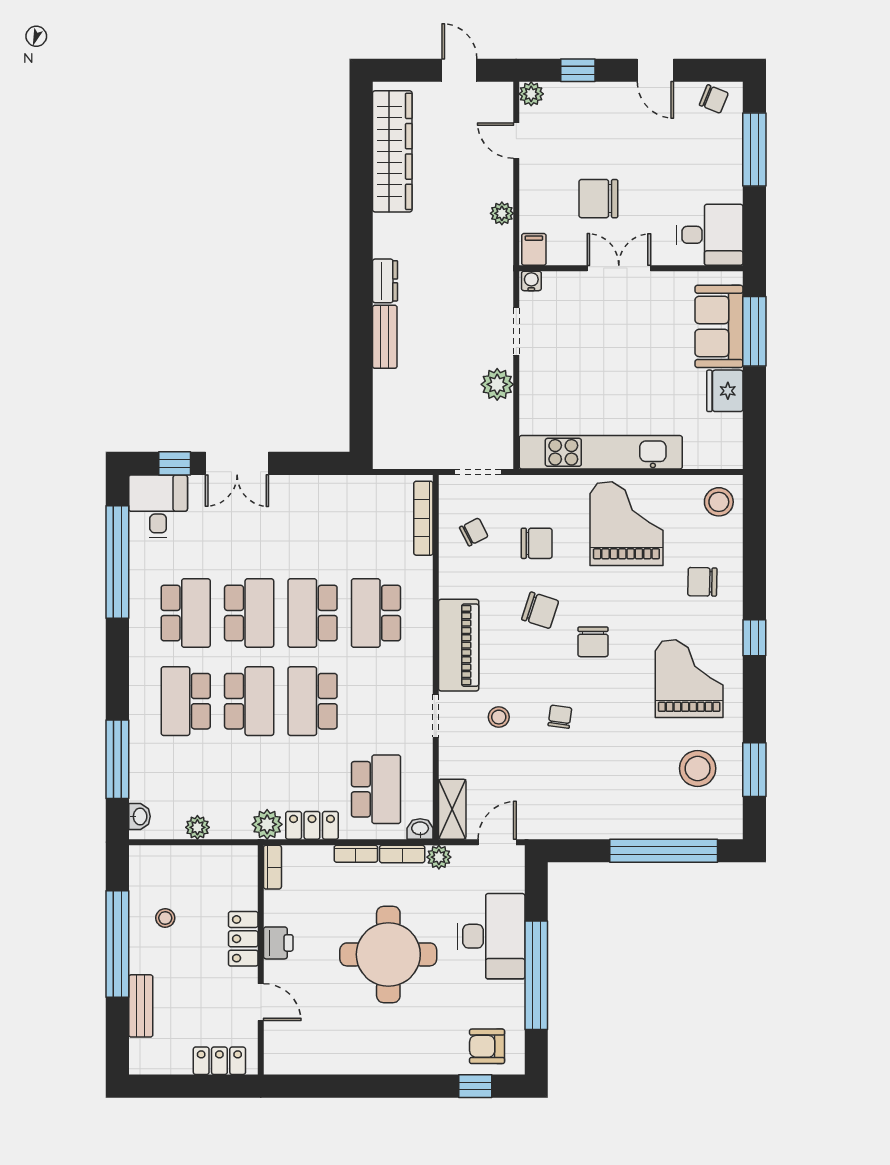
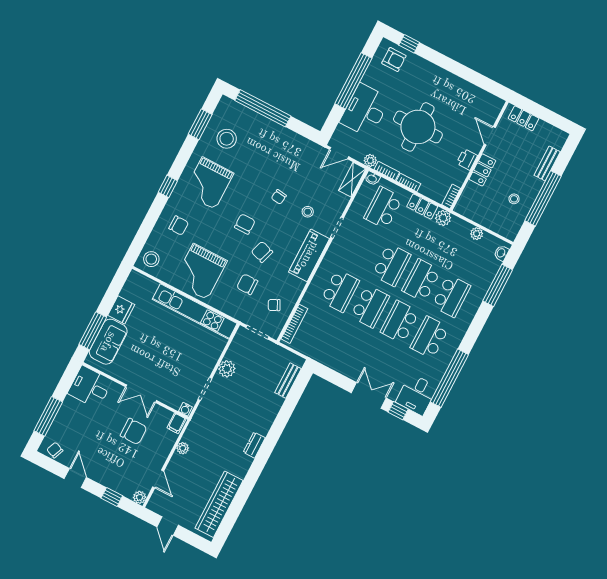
bench: (385, 337) -> (288, 381), moved

